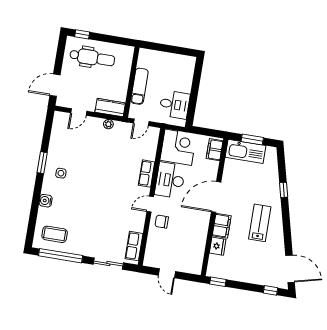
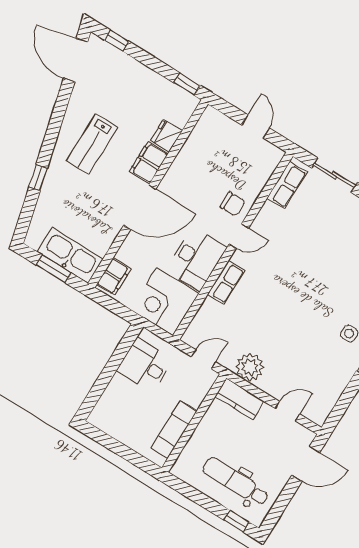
exam couch: (139, 86) -> (174, 430), moved
plant: (108, 124) -> (250, 367), width x1.88, depth x1.88

